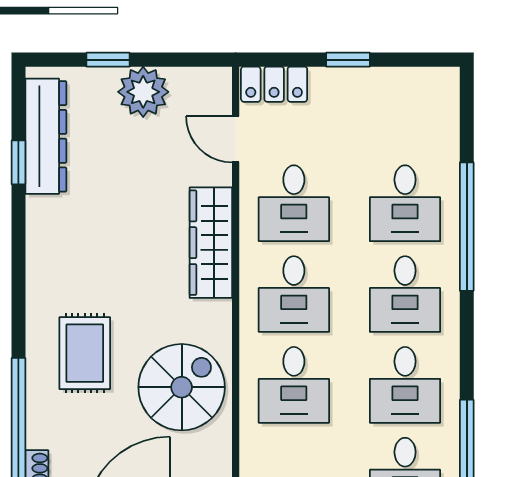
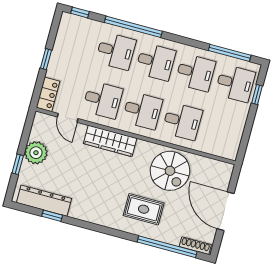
window: (467, 105) -> (80, 12), added
door: (236, 139) -> (68, 118), hinge flipped
spiral stairs: (182, 387) -> (170, 171), turned 180

